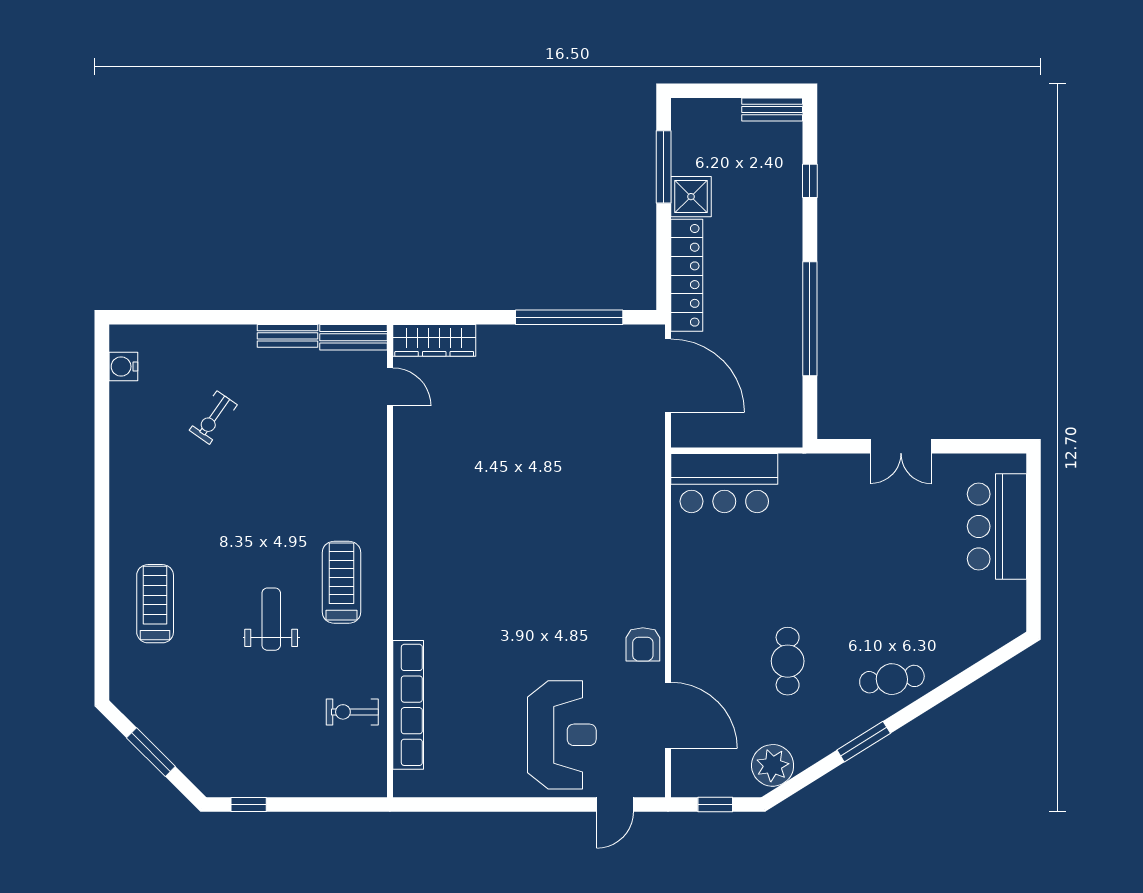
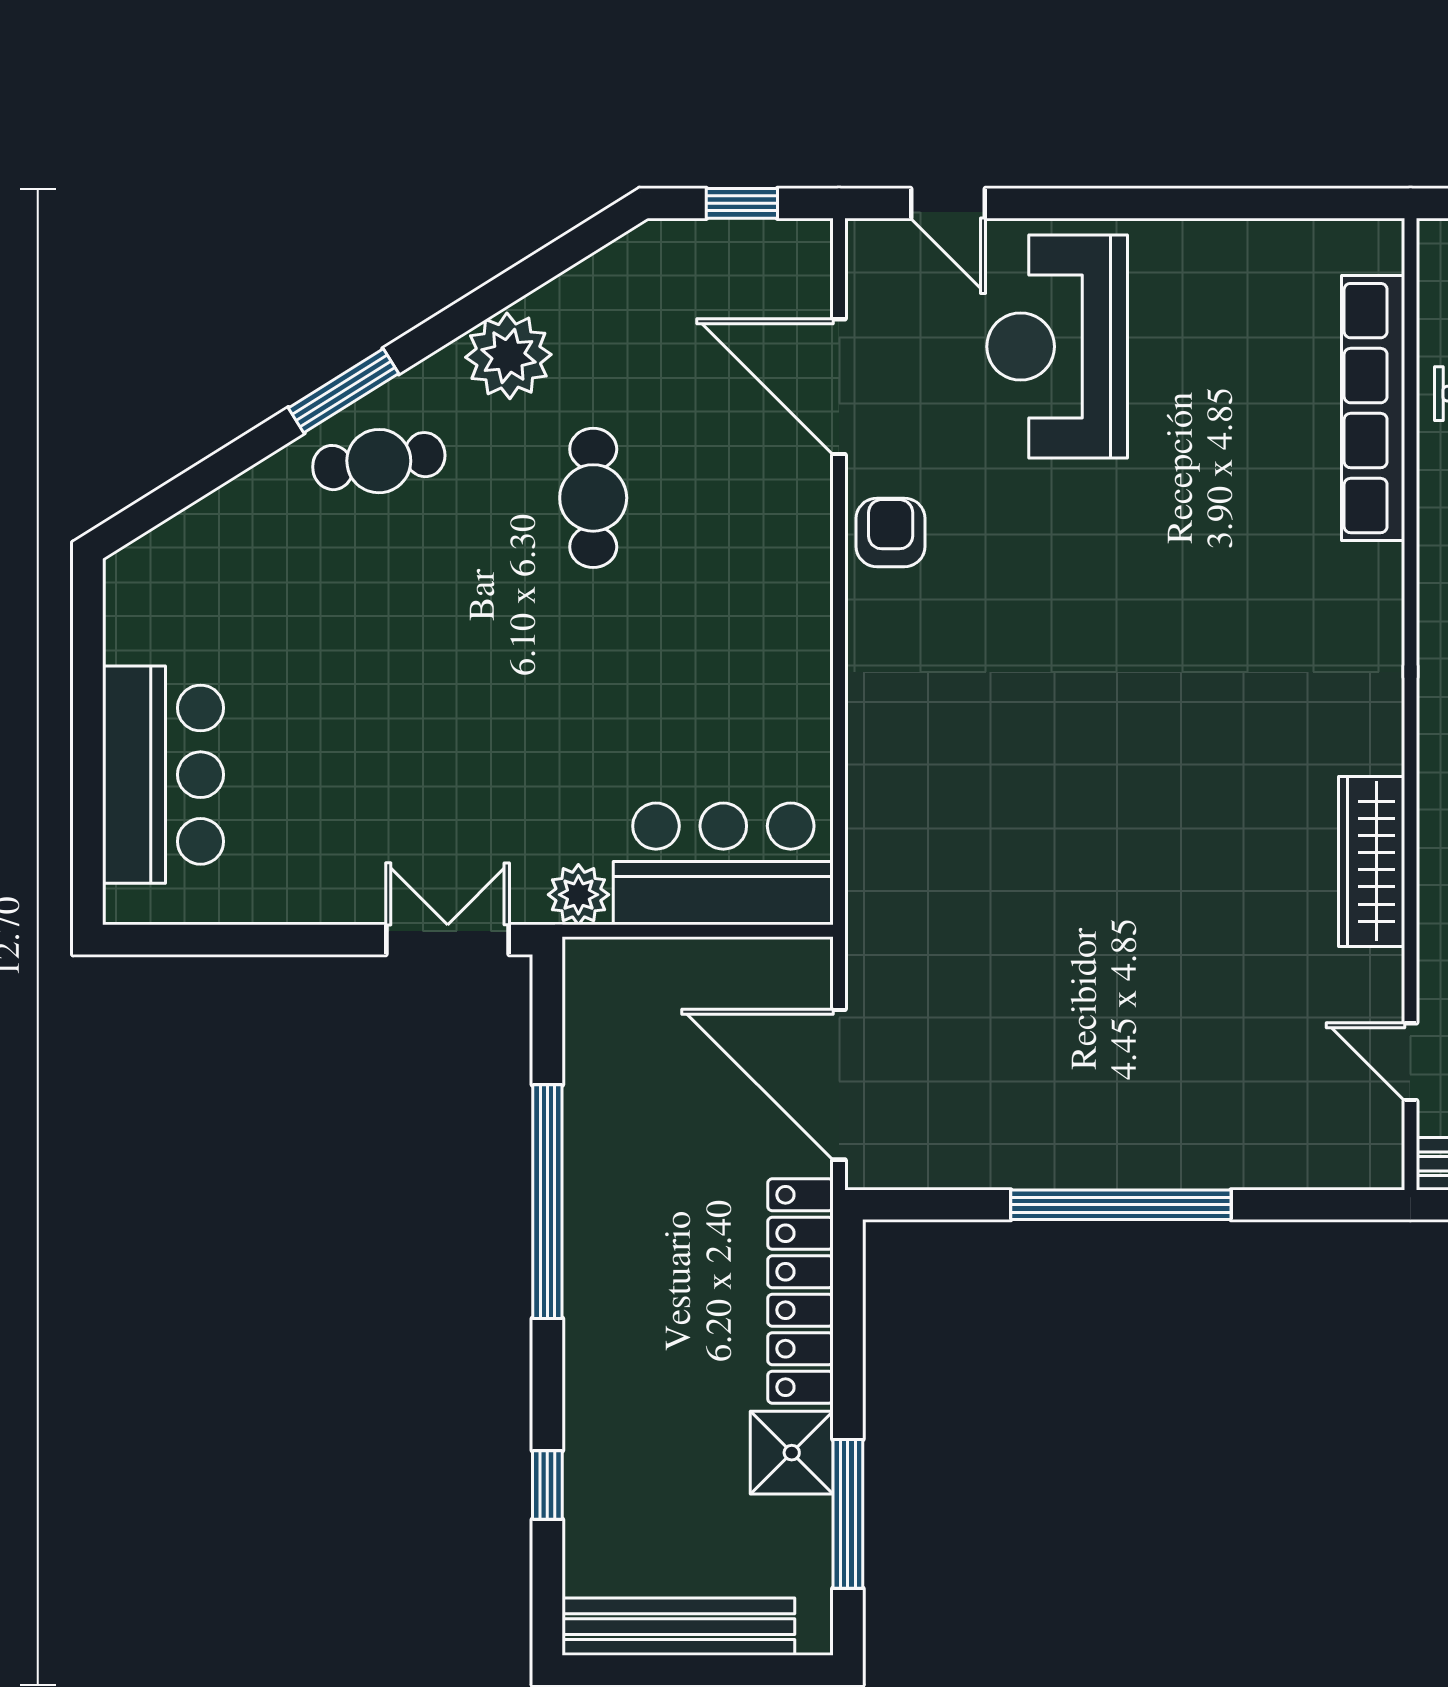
bench: (772, 109) -> (679, 1627), width x1.86, depth x1.21
window: (569, 317) -> (1121, 1205), moved
wardrobe: (434, 340) -> (1372, 861), moved, turned -90
double door: (901, 446) -> (448, 940), moved
plant: (795, 468) -> (578, 895), added
window: (864, 742) -> (344, 391), moved
plant: (773, 765) -> (508, 356), moved
door: (615, 805) -> (948, 203), swing flipped

